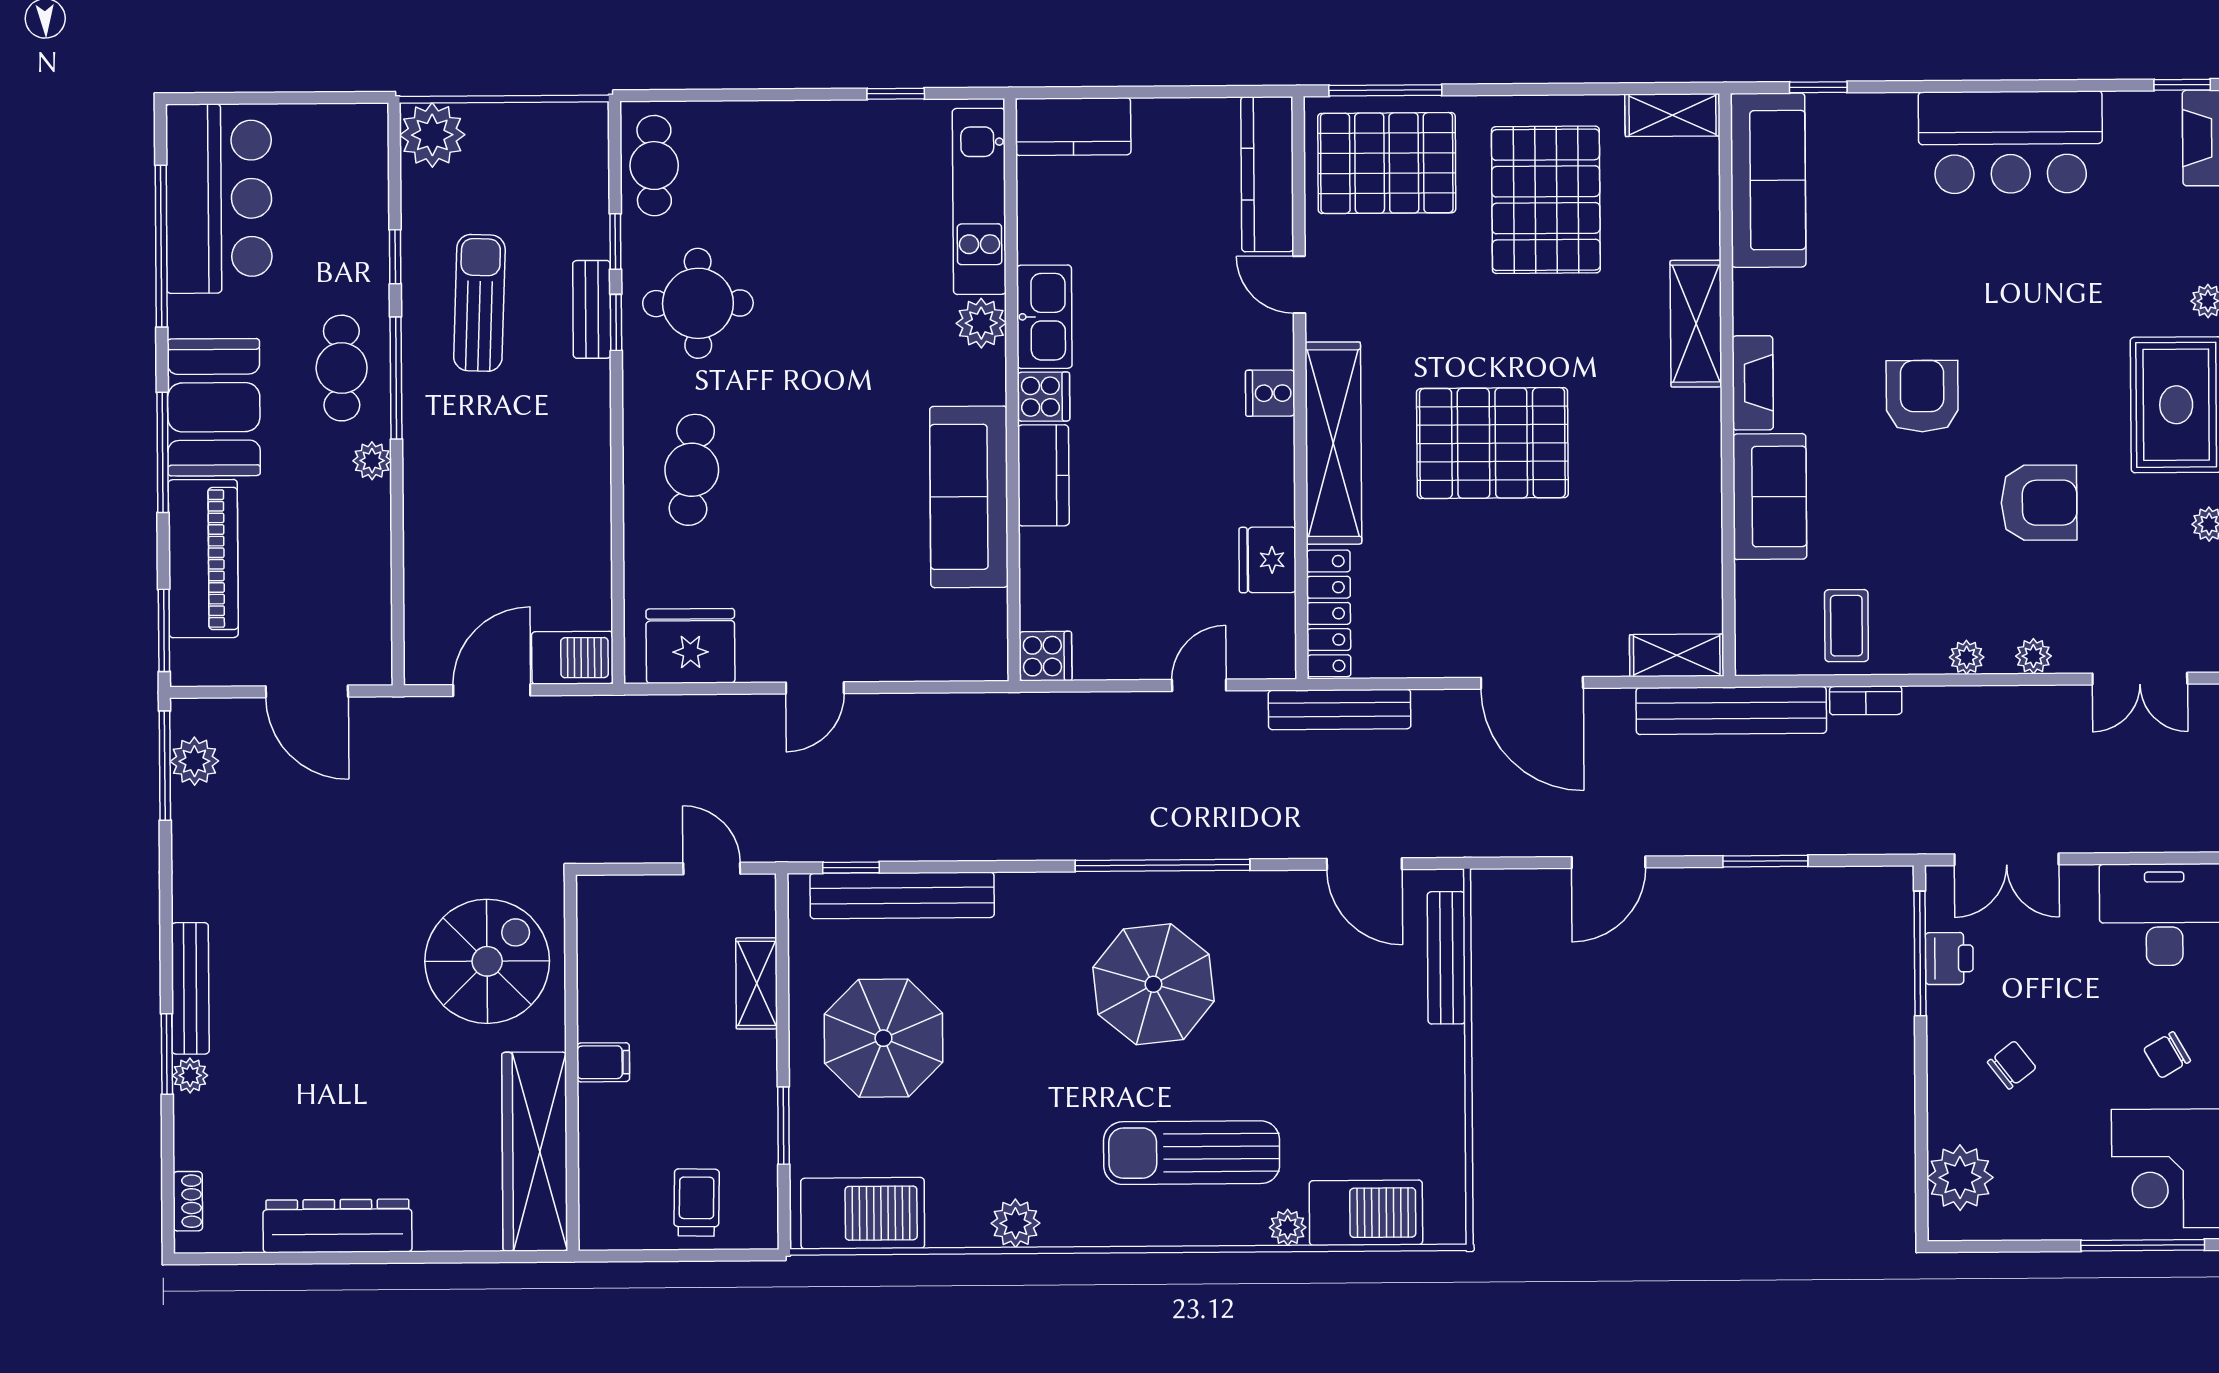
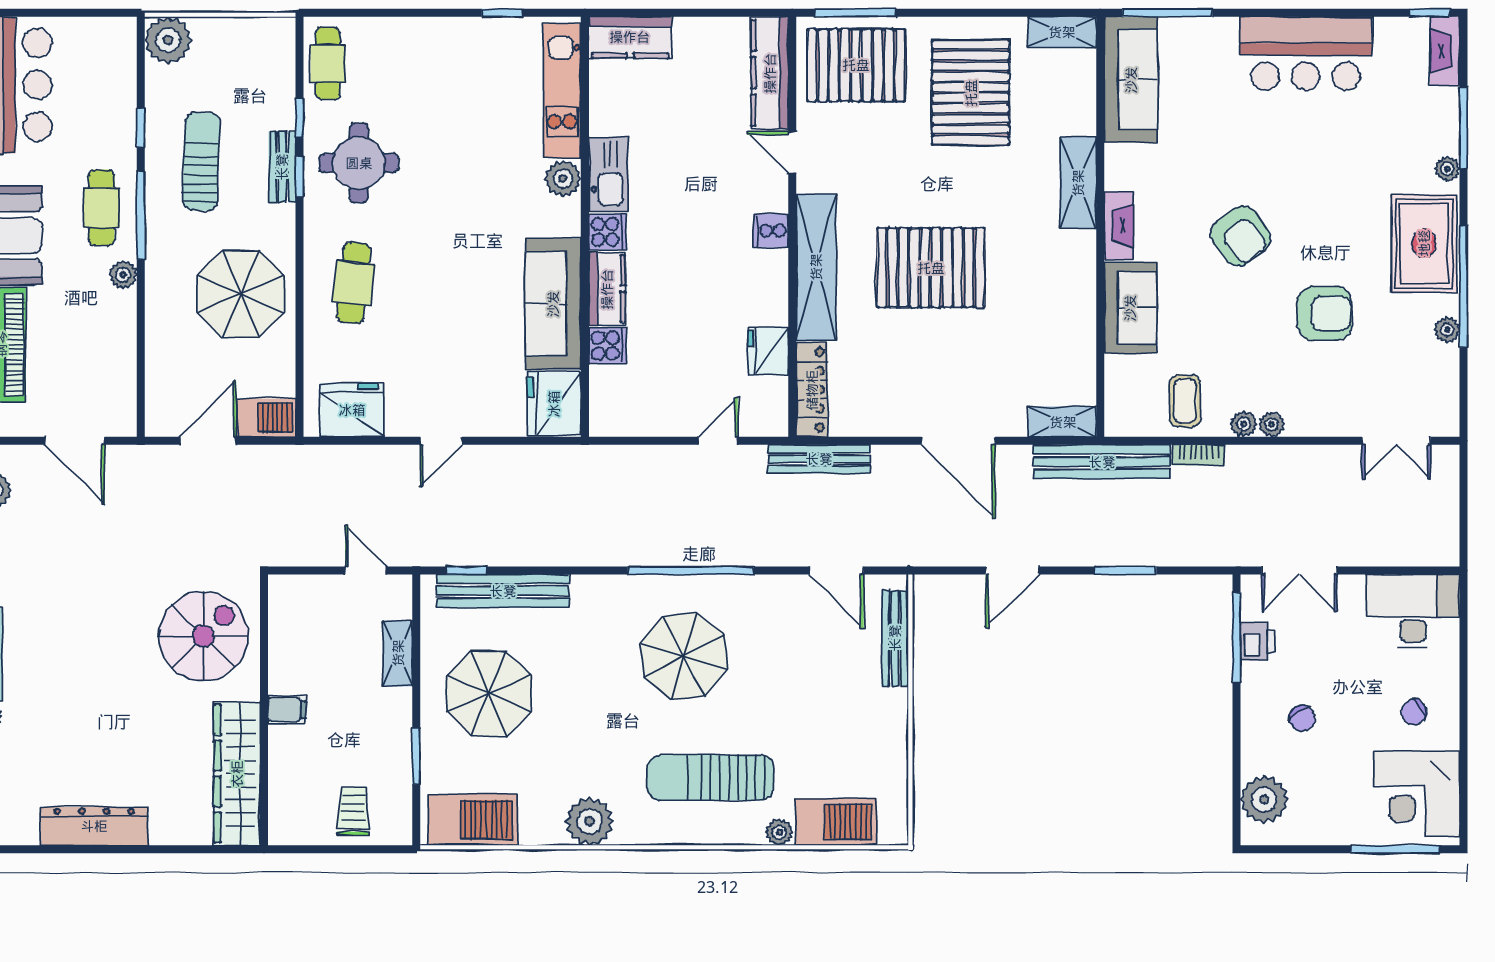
window: (1818, 87) -> (1167, 13), width x2.17
armchair: (1922, 396) -> (1241, 236), turned 143
parasol: (536, 486) -> (241, 294), added
fridge: (971, 635) -> (554, 404), added
cooker: (1046, 656) -> (608, 346), moved
plant: (2033, 656) -> (1244, 424), moved
chair: (2012, 1065) -> (1302, 719), turned 94
plant: (1015, 1223) -> (589, 821), width x1.36, depth x1.36

